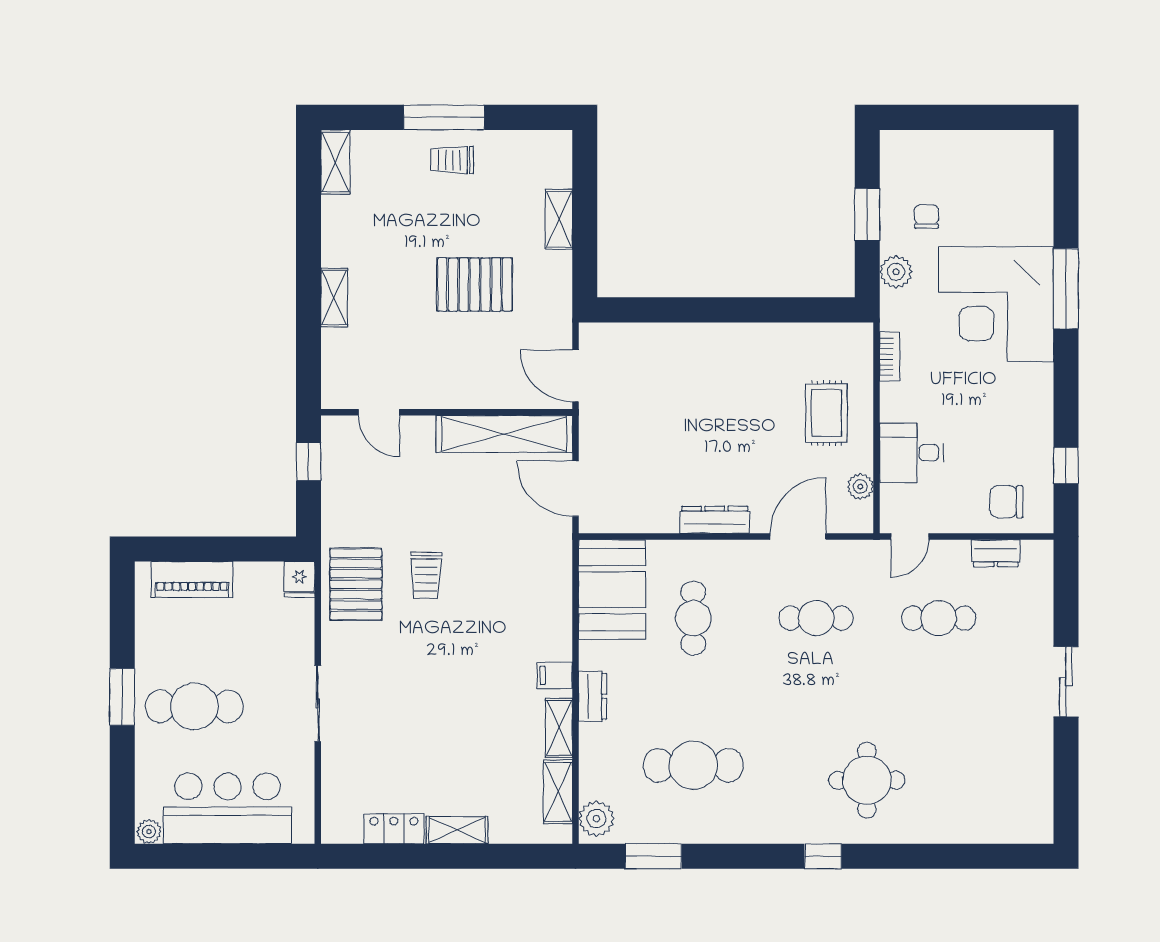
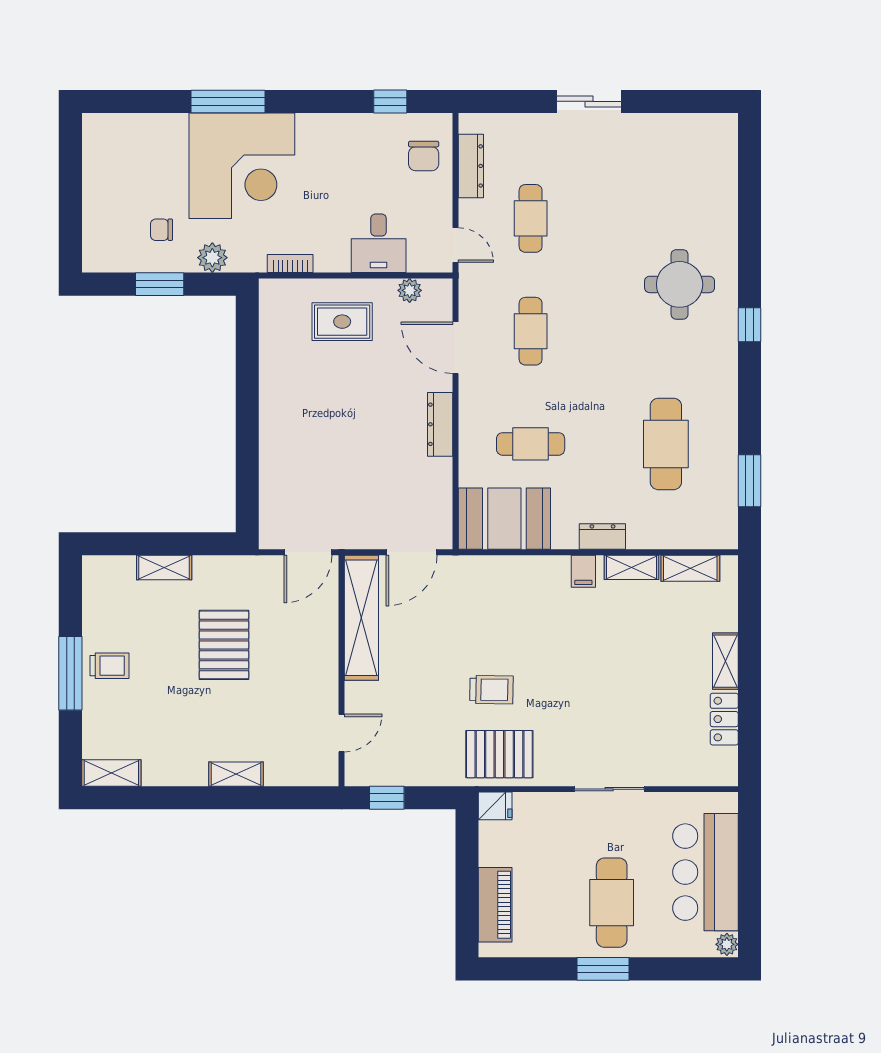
trolley: (452, 160) -> (109, 666), turned -90
dresser: (996, 553) -> (471, 166), width x1.44
plant: (596, 819) -> (715, 533), removed

